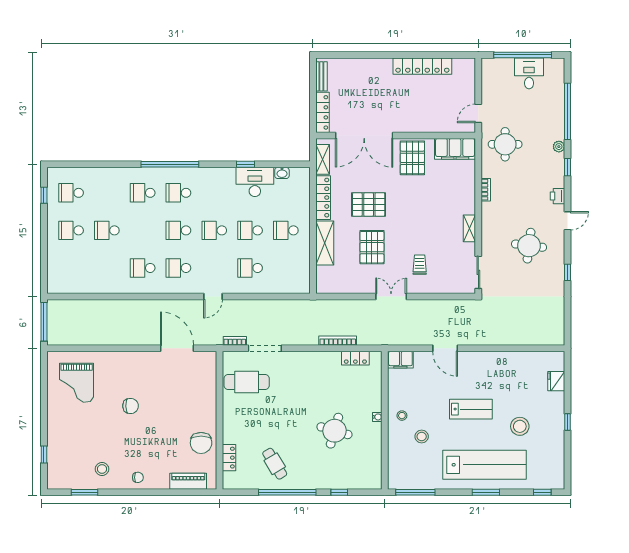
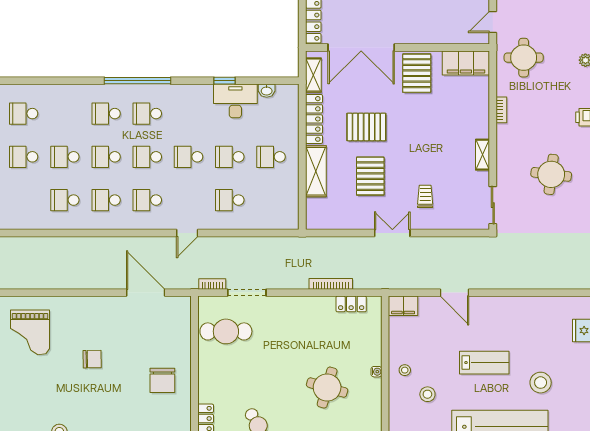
school desk: (143, 230) -> (106, 157), added
school desk: (107, 268) -> (65, 200), added
chair: (201, 443) -> (162, 380), moved

